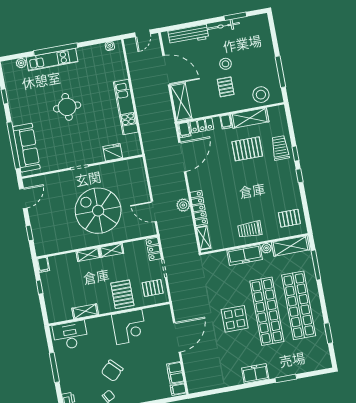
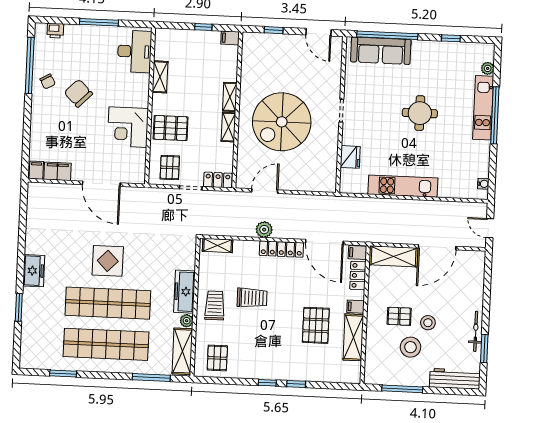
workbench: (188, 35) -> (455, 379), moved, turned 90
stool: (261, 95) -> (410, 347), moved
trolley: (280, 148) -> (252, 298), moved
locker: (199, 208) -> (281, 249), moved
spiral stairs: (98, 211) -> (282, 122), turned 180

